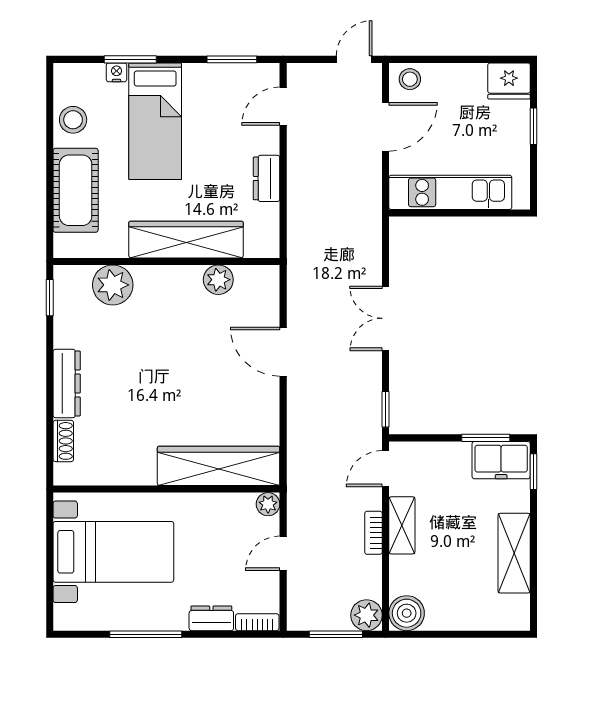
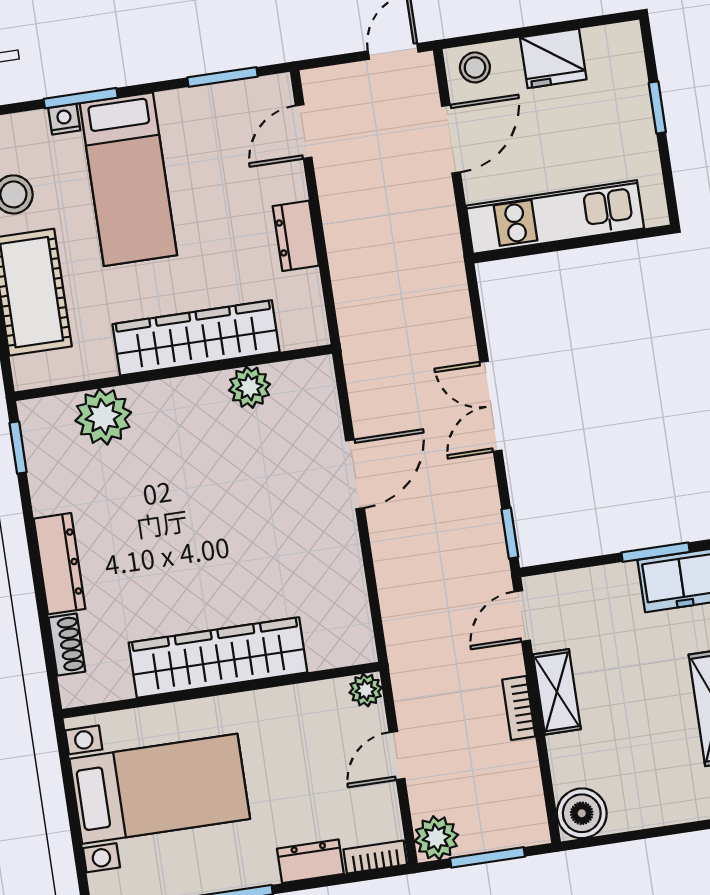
fridge: (509, 81) -> (553, 58), moved
door: (283, 352) -> (355, 474), swing flipped
wardrobe: (219, 466) -> (218, 658), moved
plant: (367, 615) -> (436, 838), moved

